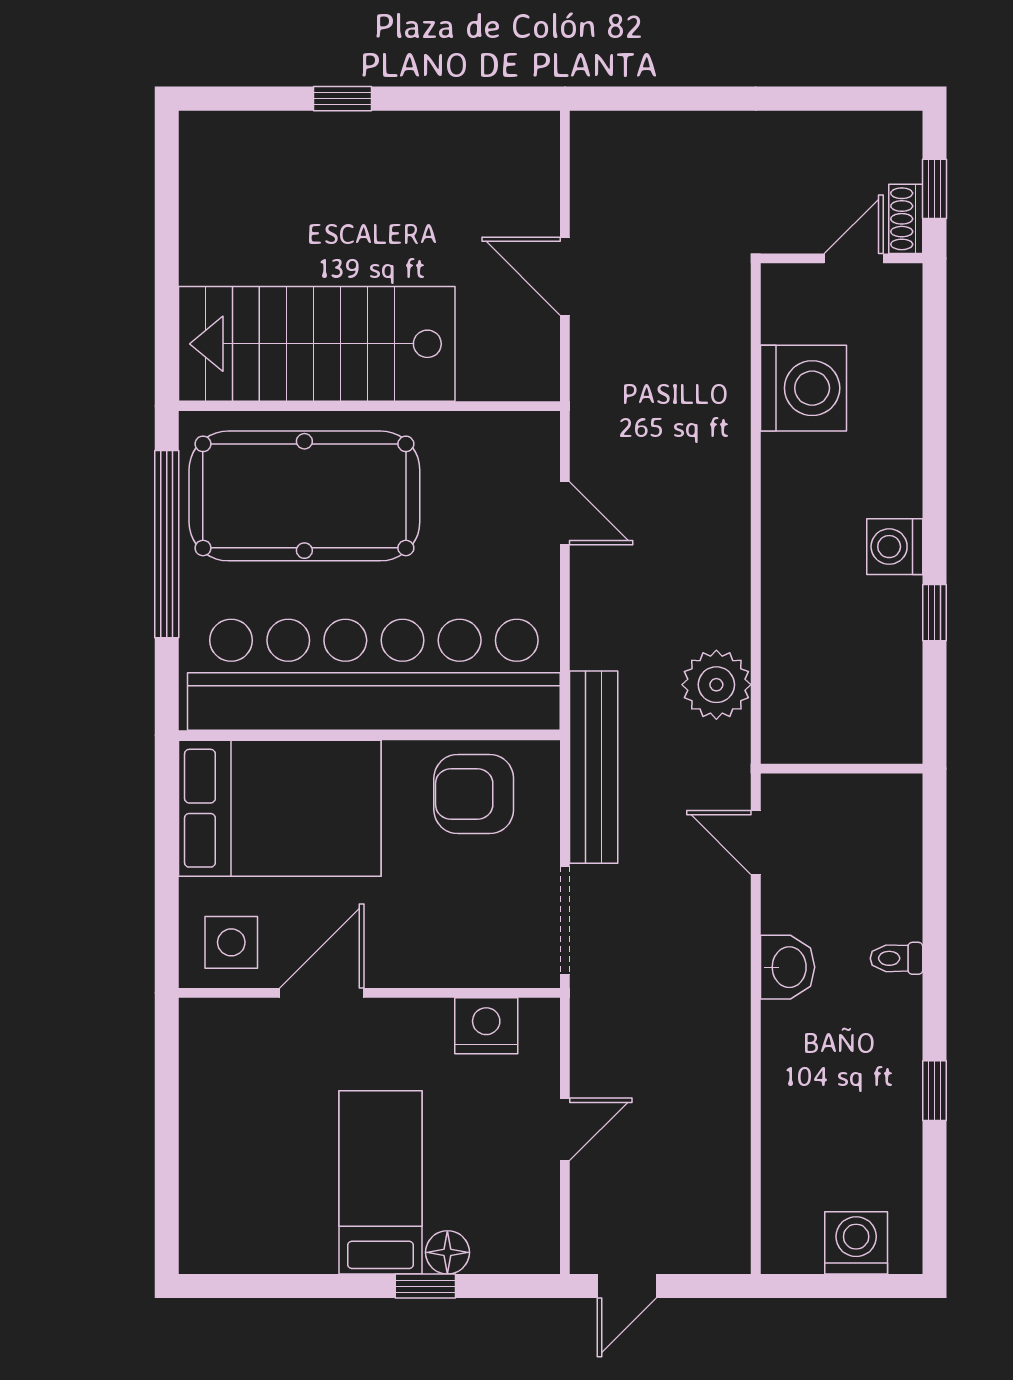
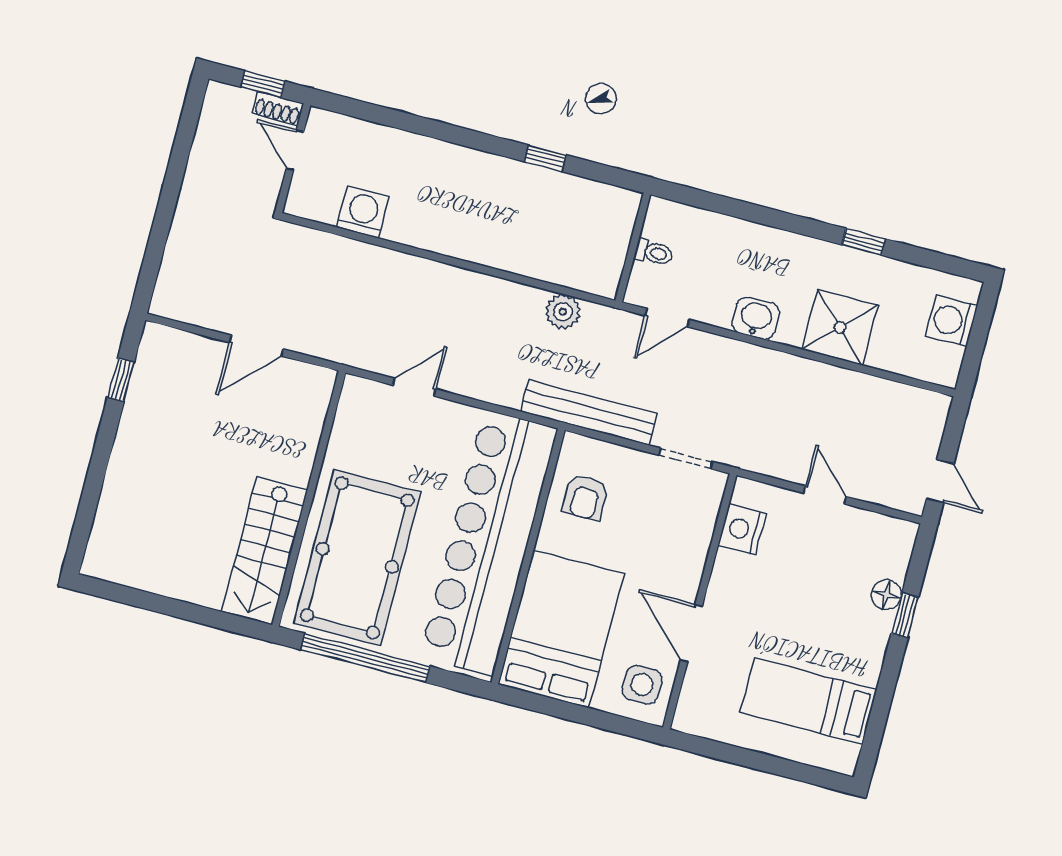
window: (342, 99) -> (121, 380), moved
stairs: (317, 344) -> (265, 551), width x0.73, depth x0.66
washing machine: (803, 388) -> (363, 212), width x0.73, depth x0.73
washing machine: (895, 547) -> (494, 173), removed
plant: (716, 685) -> (563, 312), width x0.73, depth x0.73
armchair: (474, 794) -> (585, 497), width x0.72, depth x0.72
doorway: (565, 920) -> (686, 458), width x0.73
toilet: (896, 958) -> (654, 253), moved, turned -90
shower: (806, 1089) -> (840, 327), added
bed: (381, 1182) -> (809, 701), moved

